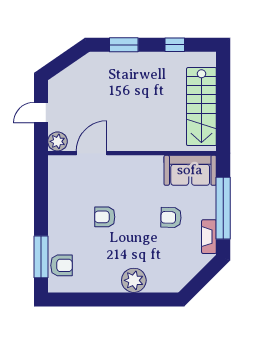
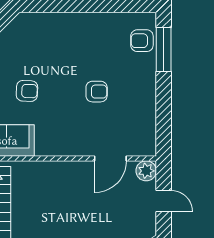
door: (41, 113) -> (164, 201), hinge flipped
plant: (134, 280) -> (66, 25), removed

